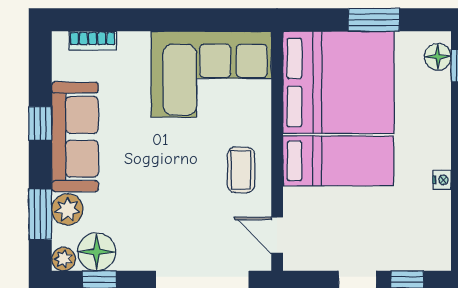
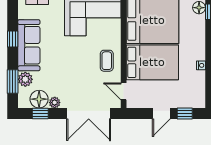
bed: (338, 161) -> (152, 62), width x1.50
plant: (64, 259) -> (55, 103), moved

